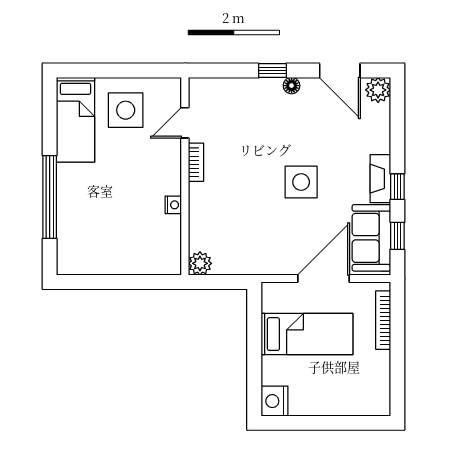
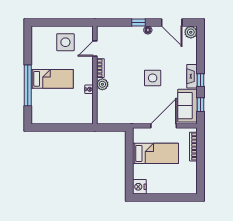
bed: (76, 120) -> (52, 79), moved, turned -90
plant: (200, 263) -> (102, 84), moved

